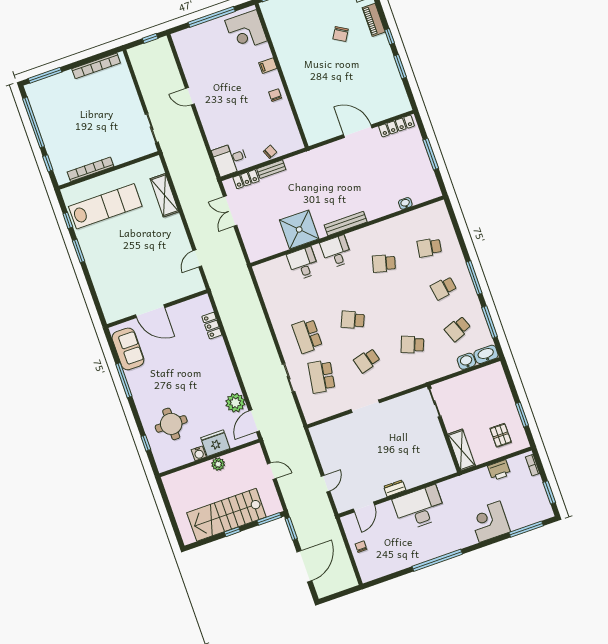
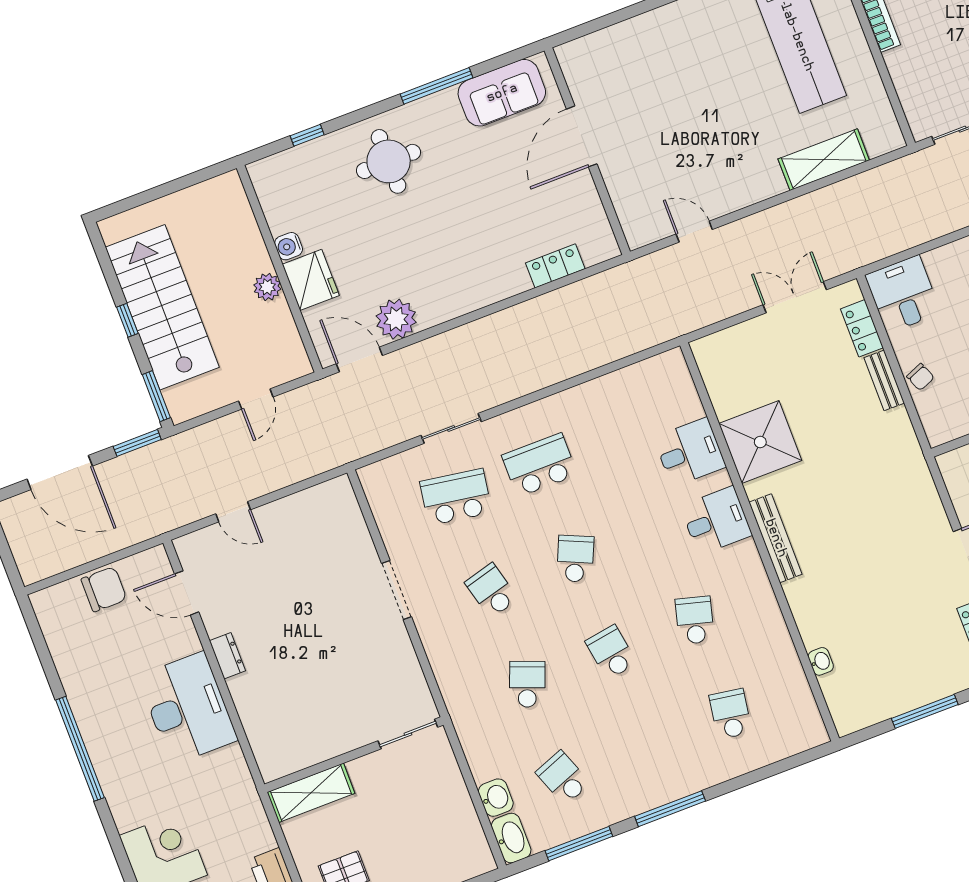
school desk: (444, 288) -> (611, 652), moved
round table: (171, 424) -> (389, 161), moved
chair: (361, 547) -> (104, 589), width x1.87, depth x1.87

